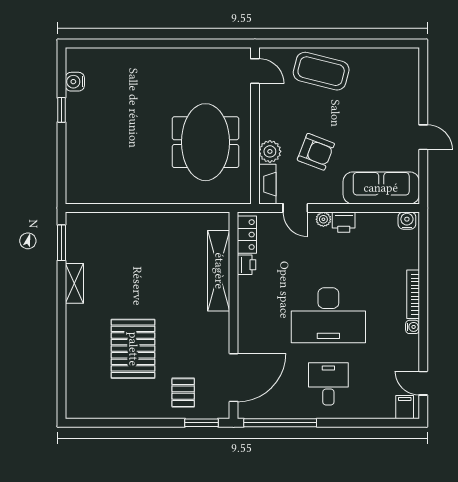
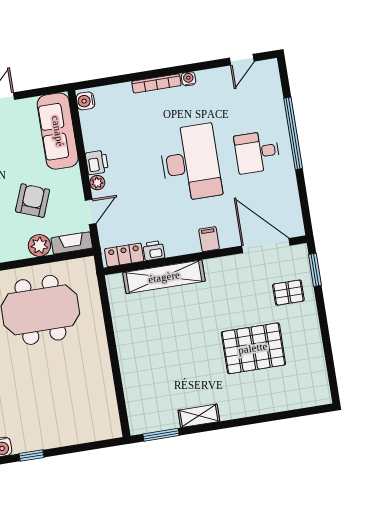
filing cabinet: (405, 407) -> (209, 239), moved, turned 90
window: (280, 423) -> (293, 133), moved

